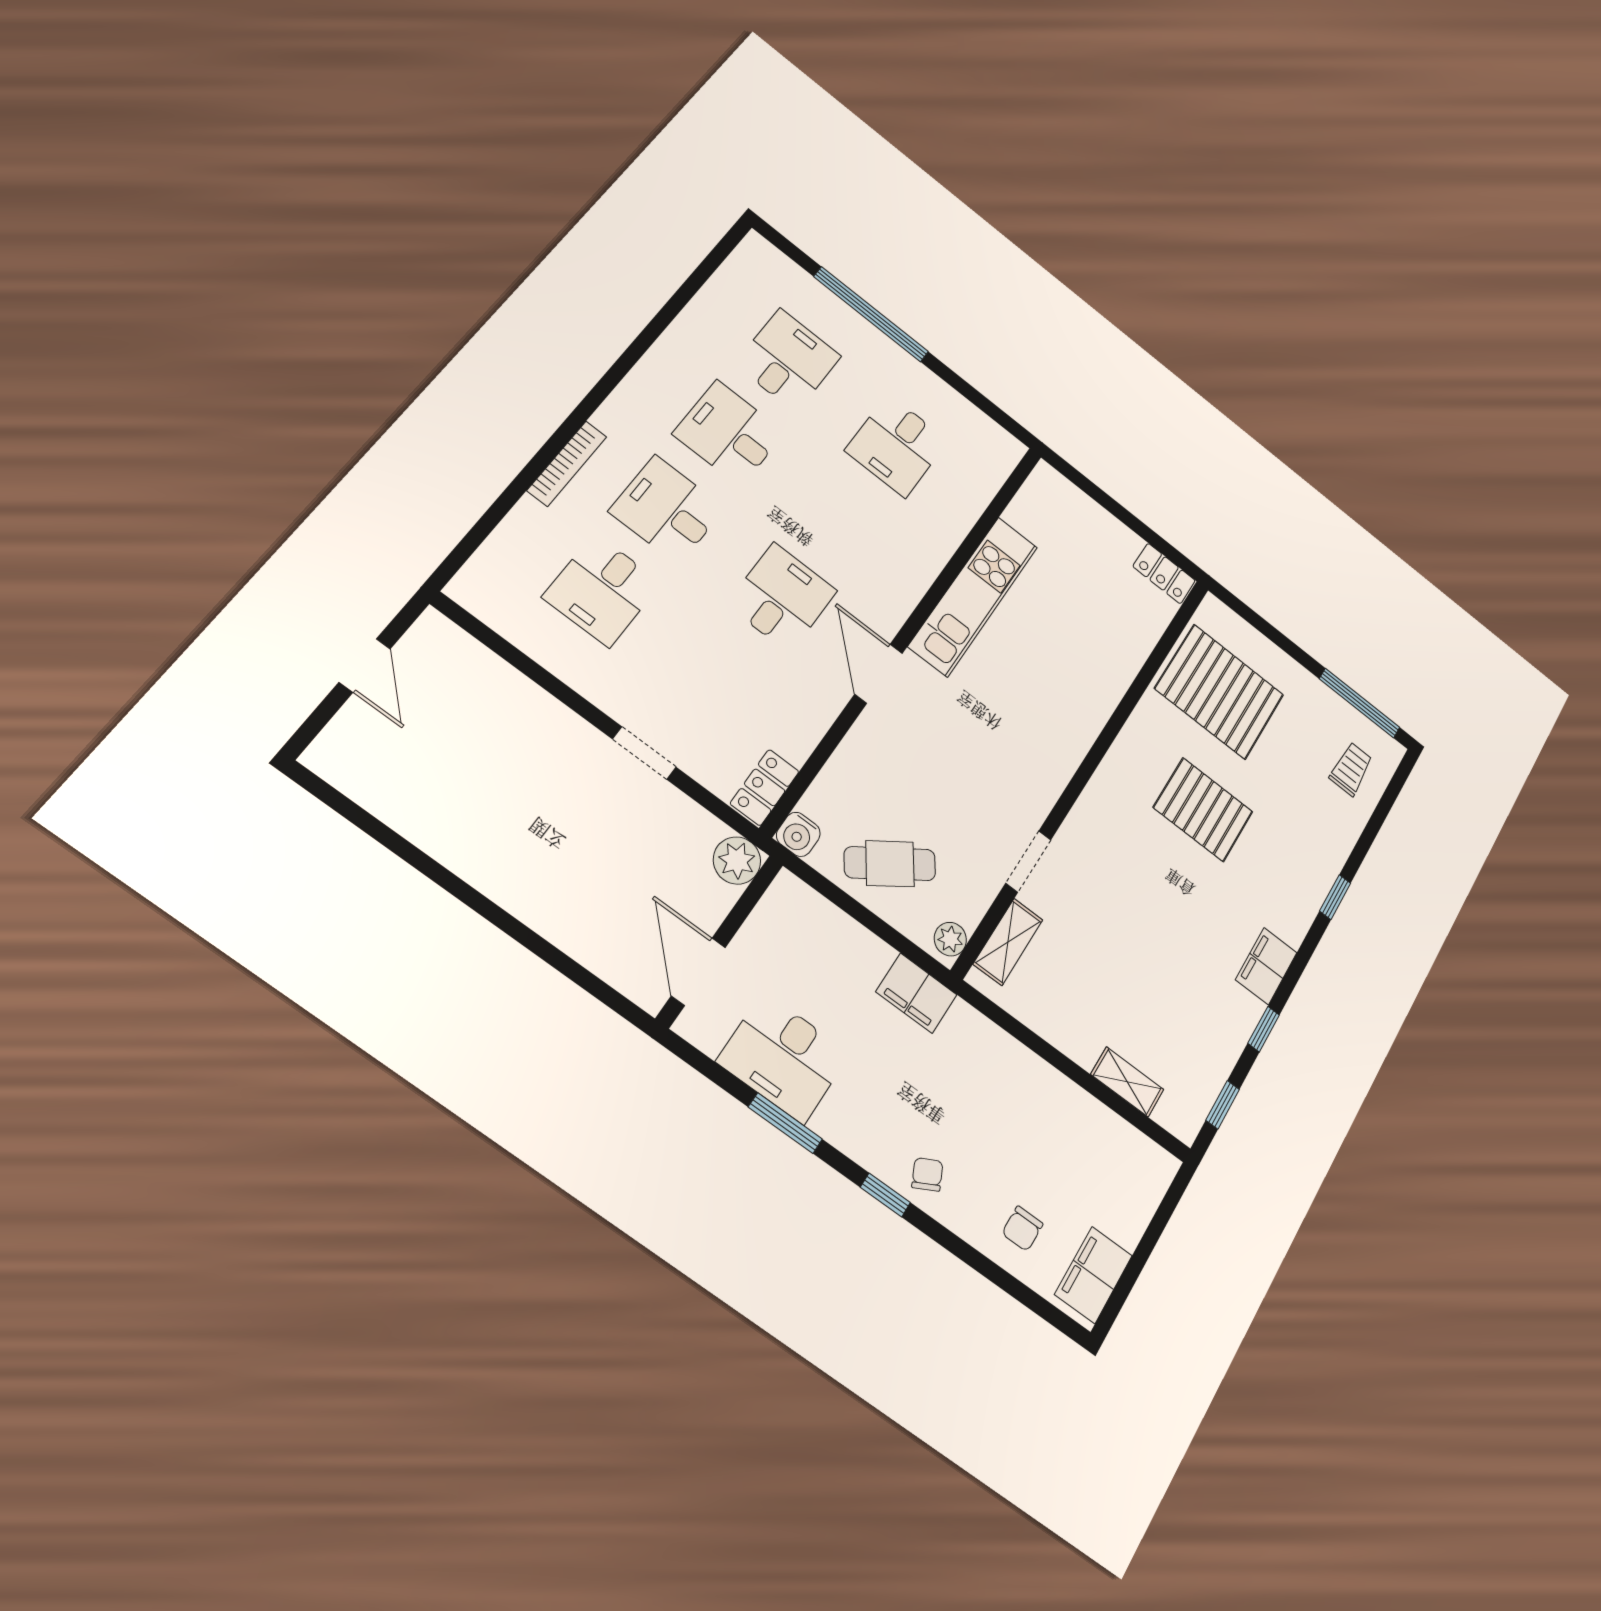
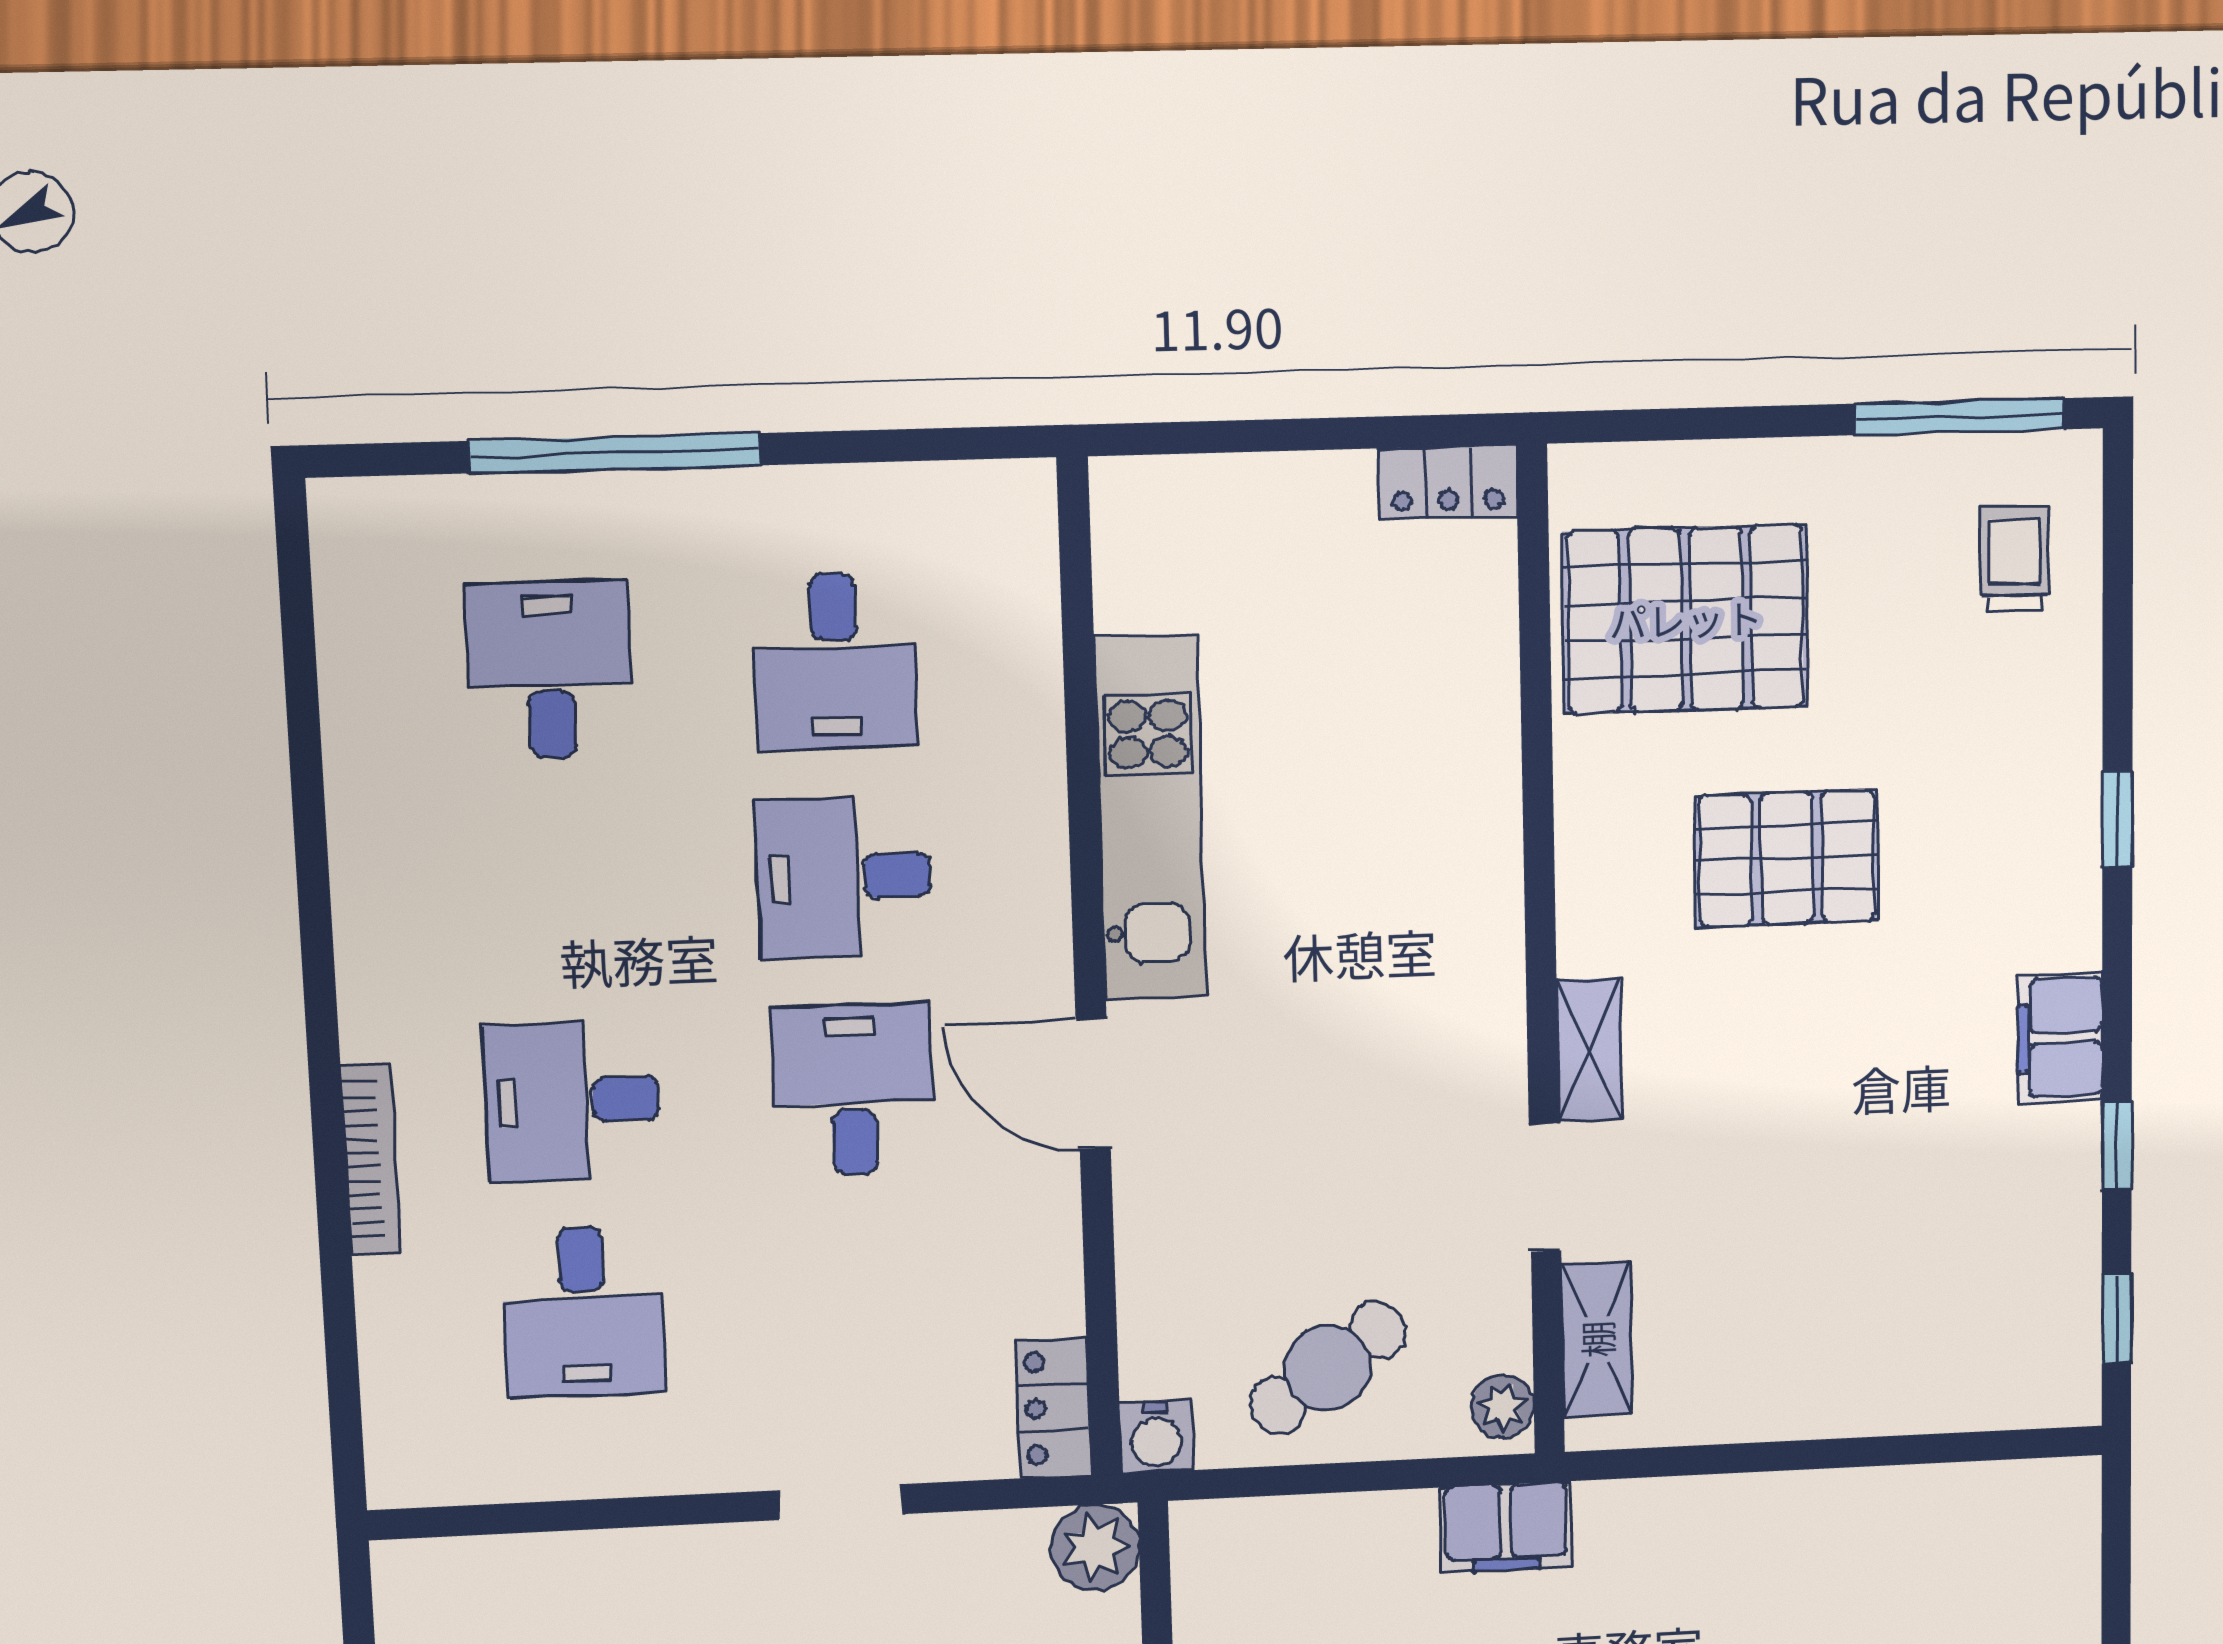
desk: (729, 433) -> (844, 877), moved
shelving: (1127, 1082) -> (1589, 1050), moved, turned 90

